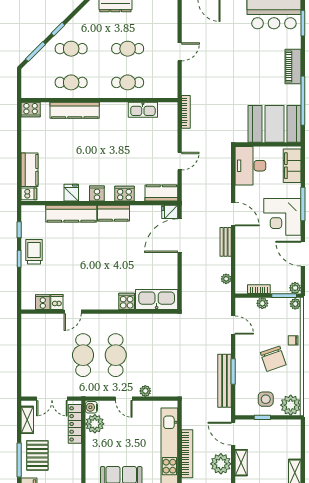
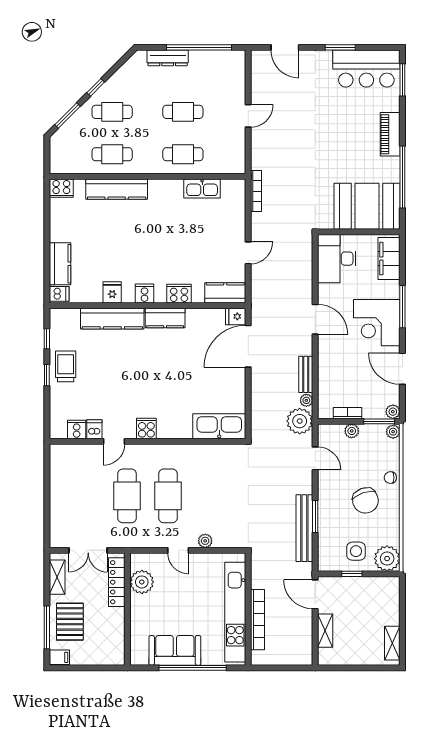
bench: (226, 242) -> (306, 374), moved
cooker: (127, 301) -> (146, 429), moved
water cooler: (91, 407) -> (137, 561), removed
plant: (221, 464) -> (300, 421), moved

